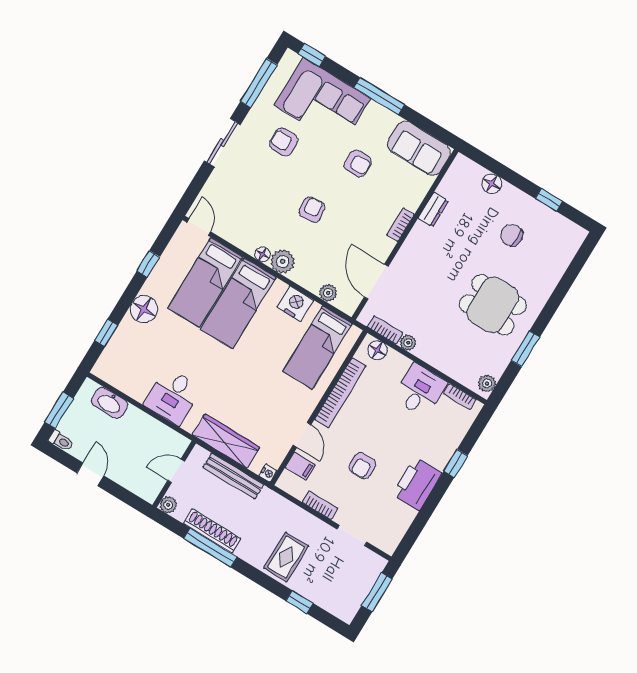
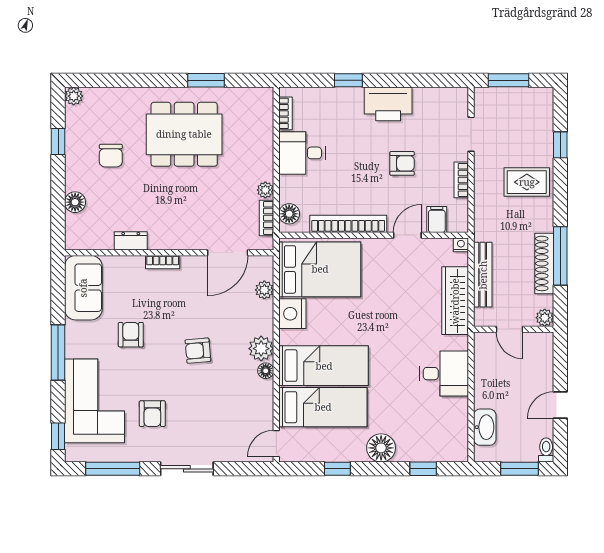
dining table: (493, 305) -> (184, 134), width x1.38
bed: (317, 348) -> (320, 269), width x1.50
plant: (487, 383) -> (74, 96), moved

